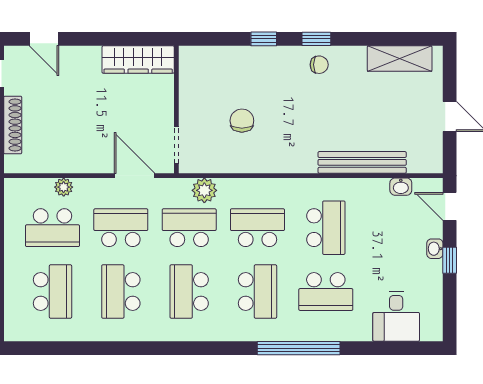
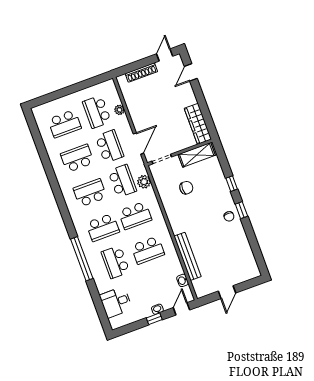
shelving: (400, 59) -> (197, 155), moved, turned 90
school desk: (257, 228) -> (135, 216), turned 90

